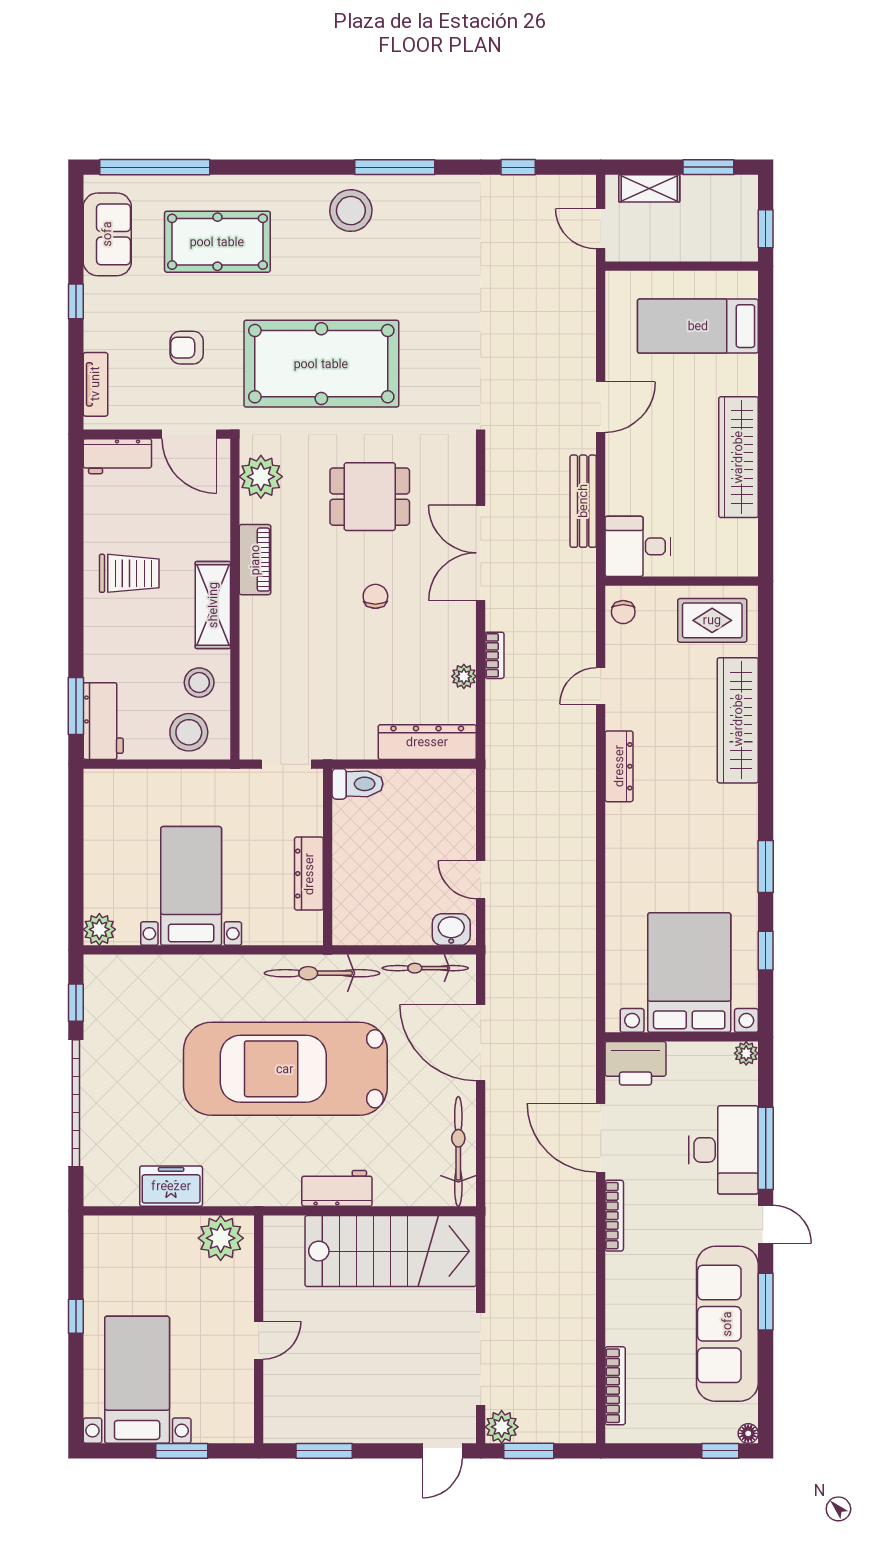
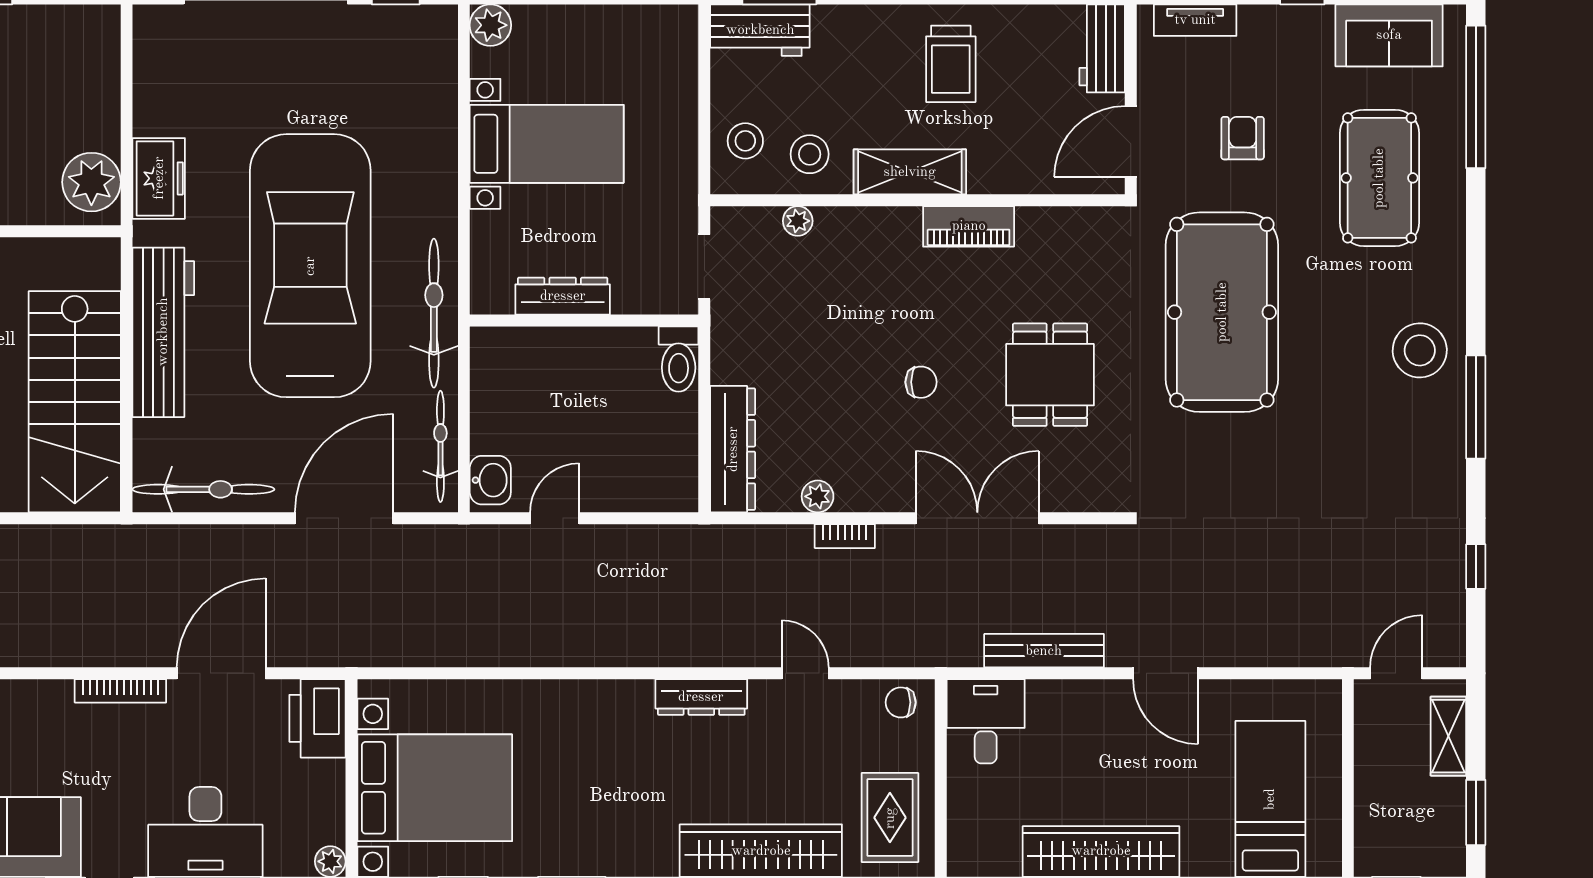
plant: (261, 477) -> (798, 221), moved, width x0.53, depth x0.53
stool: (189, 732) -> (745, 141), width x0.73, depth x0.73
freezer: (171, 1186) -> (159, 178), moved
workbench: (337, 1188) -> (163, 332), width x1.88, depth x1.32

